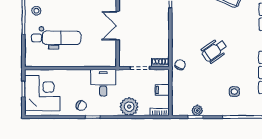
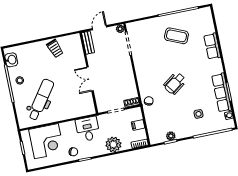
dental chair: (56, 38) -> (41, 100), turned -55
corner desk: (42, 93) -> (46, 141), moved, turned 90

